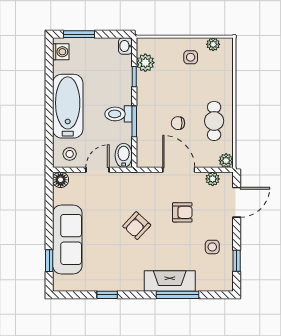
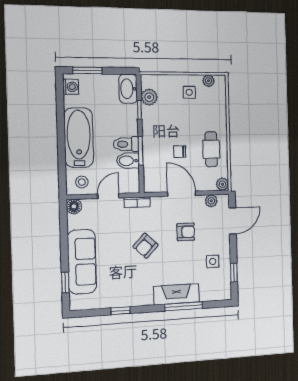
washbasin: (125, 46) -> (128, 89), width x1.91, depth x1.45
bidet: (124, 155) -> (128, 161), moved, turned -90
bookcase: (129, 178) -> (137, 202), added

